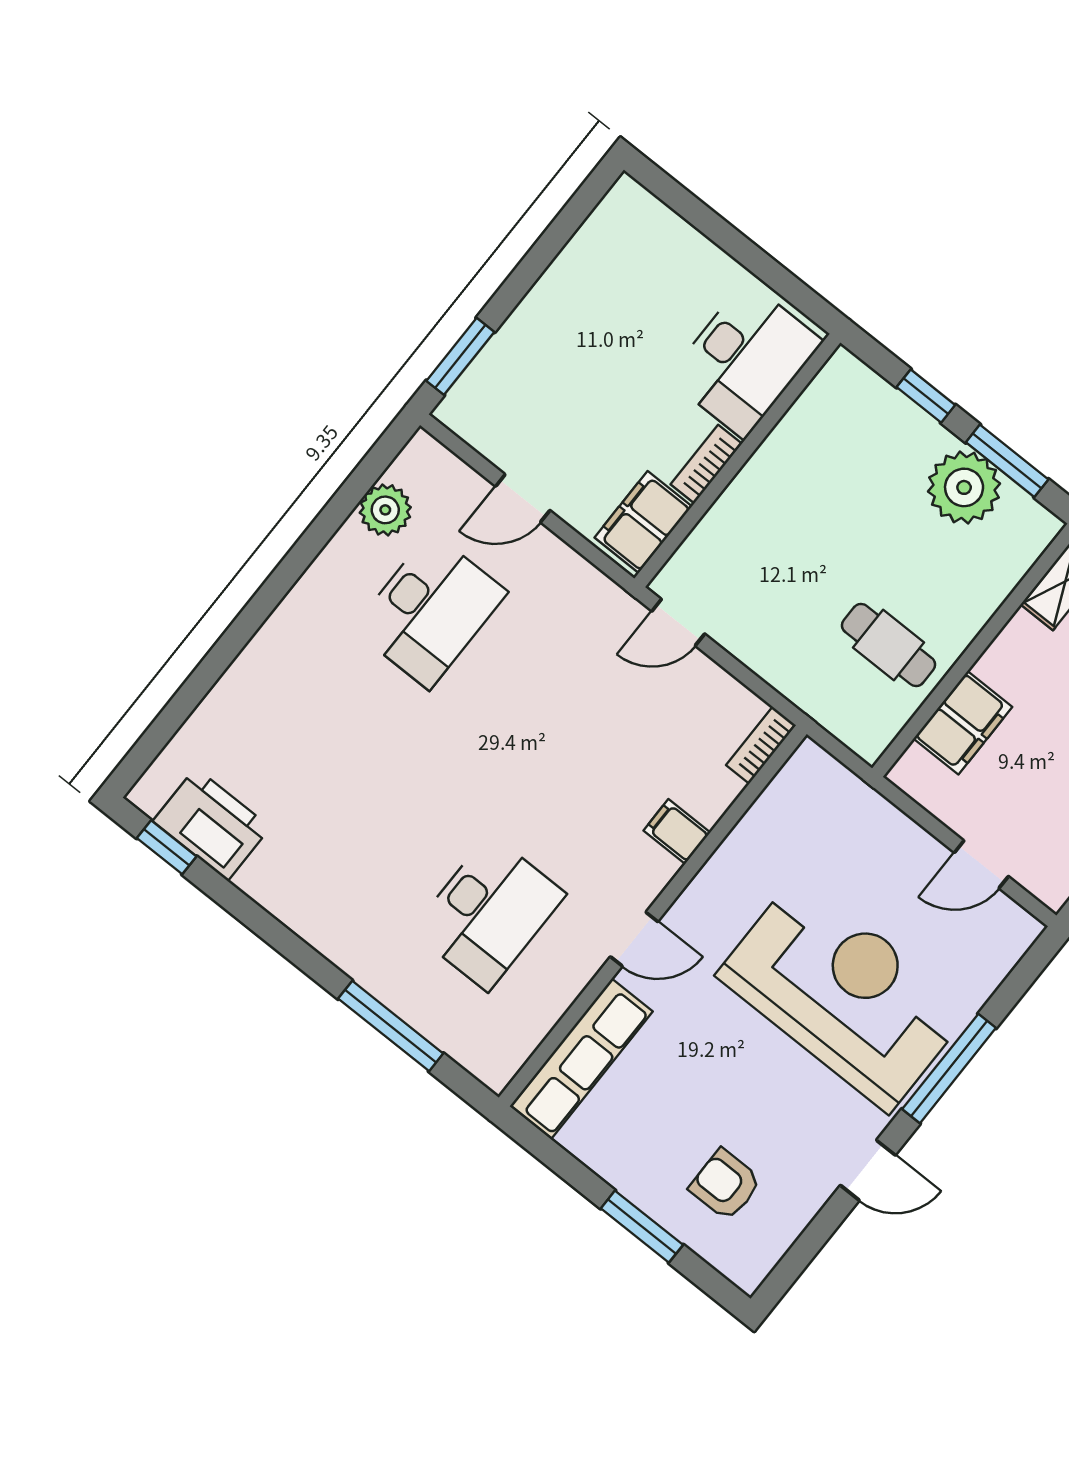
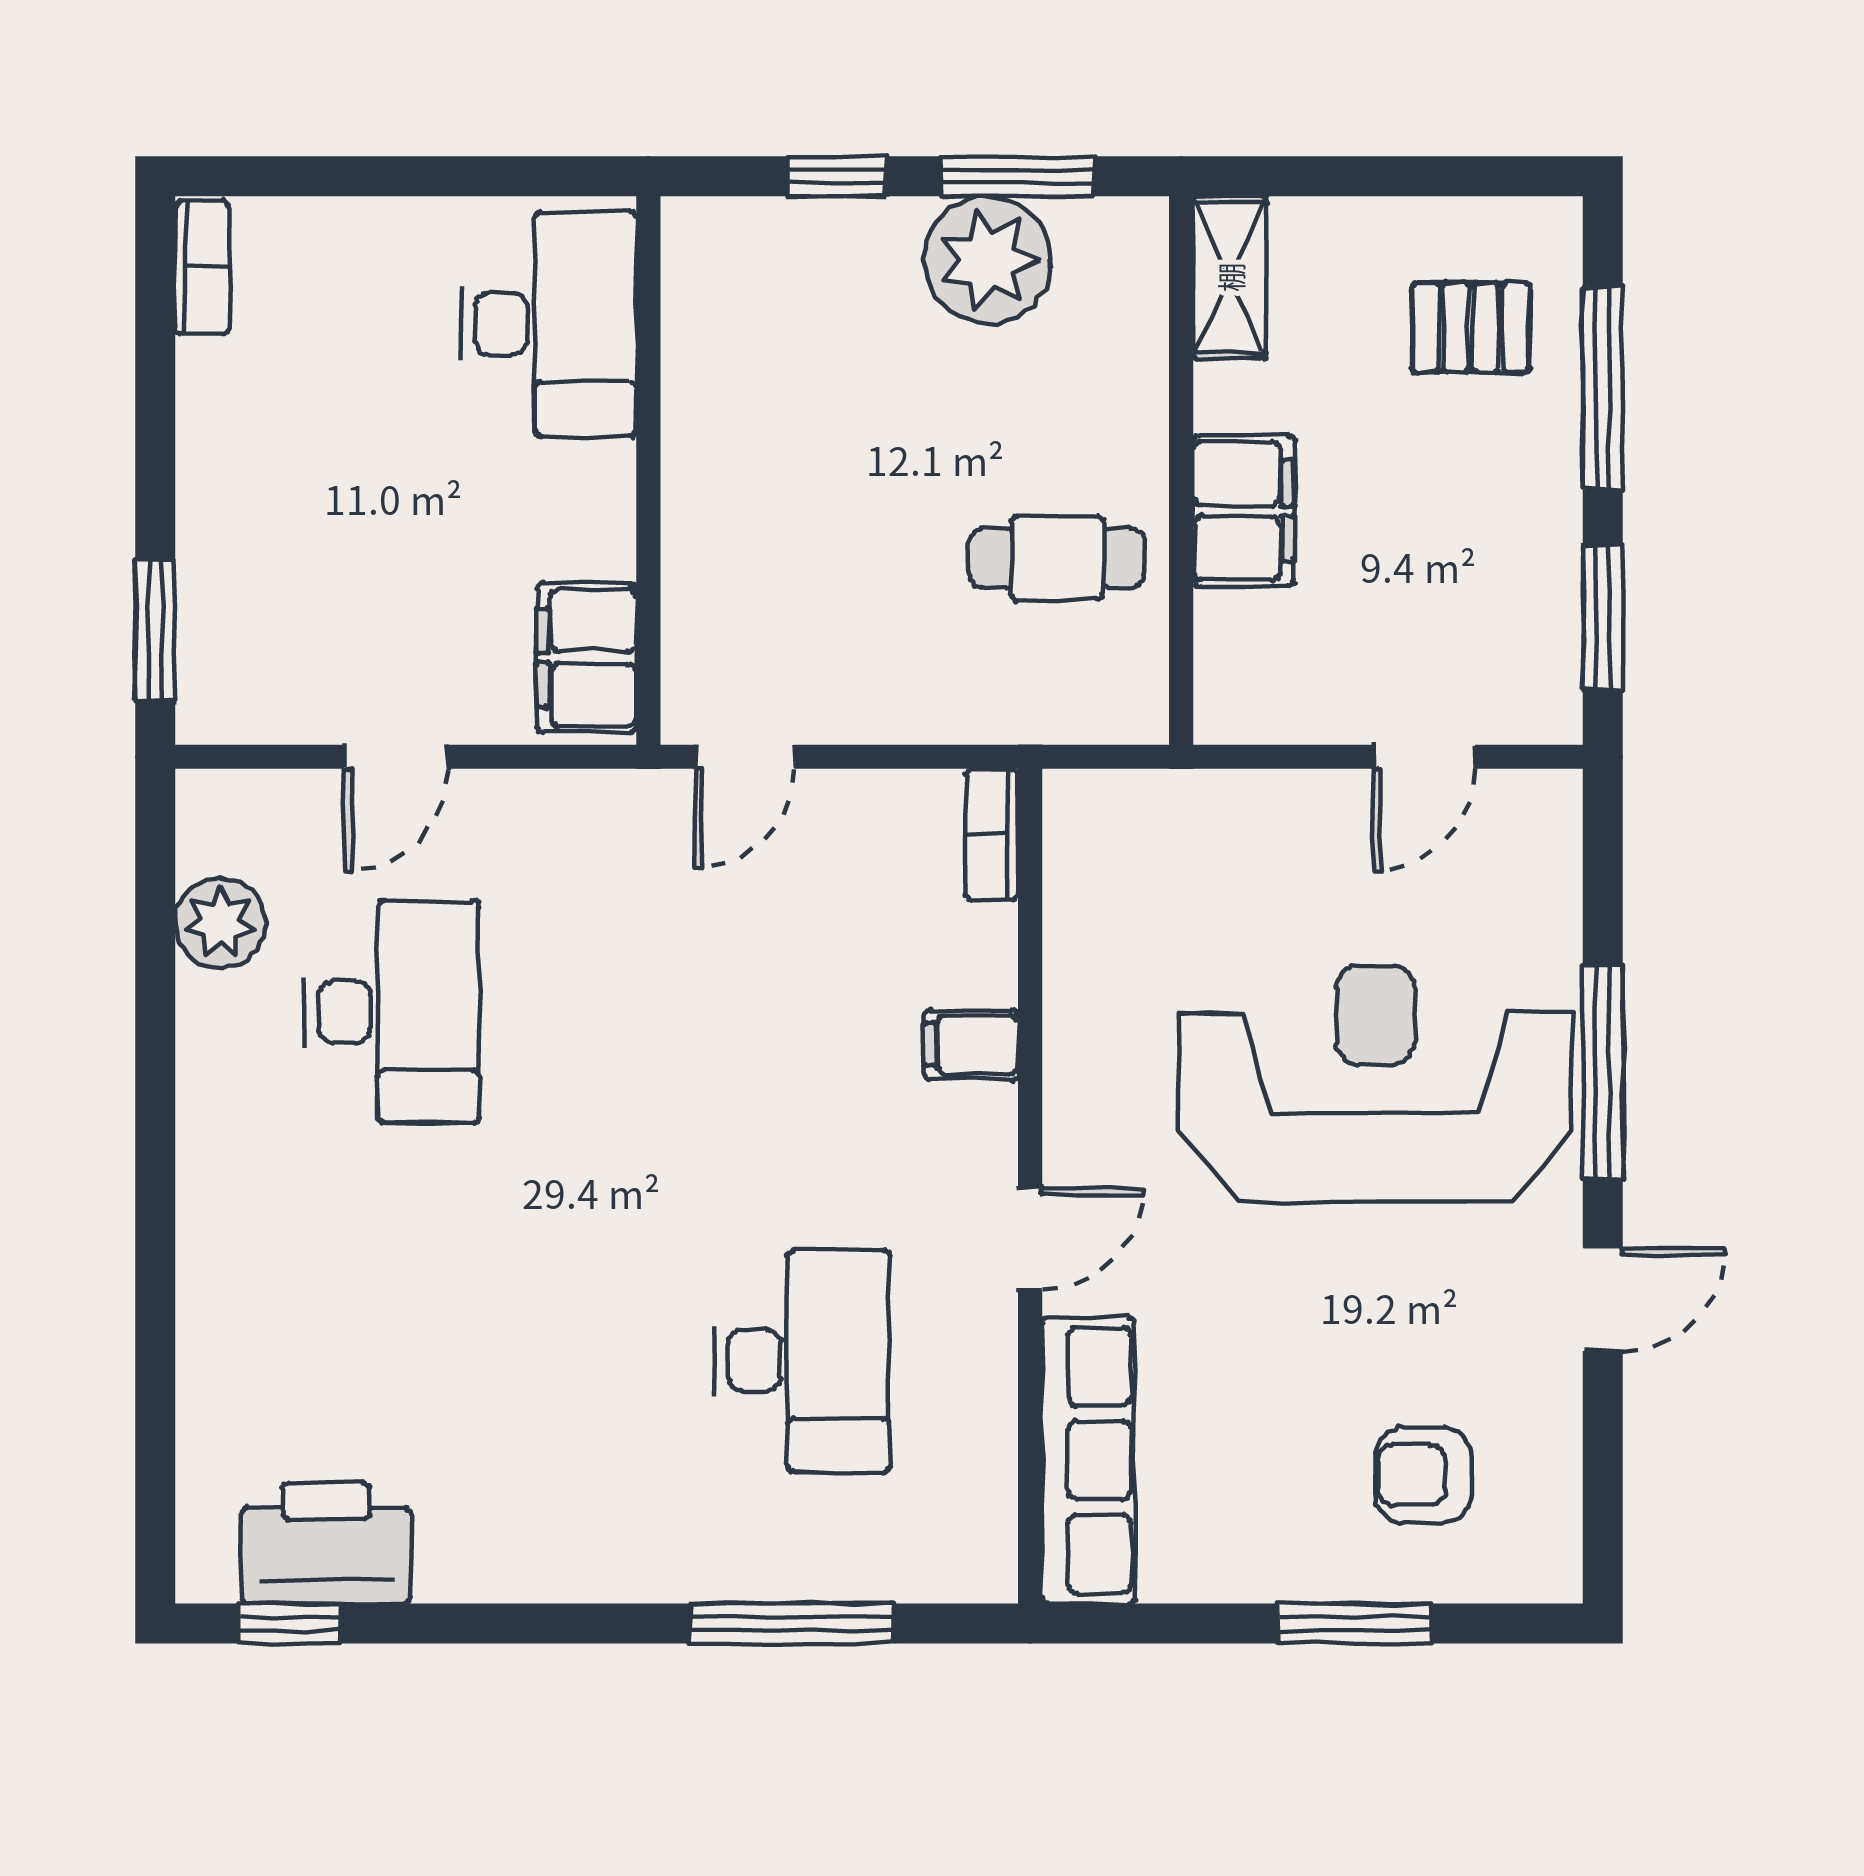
bookcase: (706, 464) -> (202, 267), moved, turned 180
filing cabinet: (963, 723) -> (1244, 511), moved

